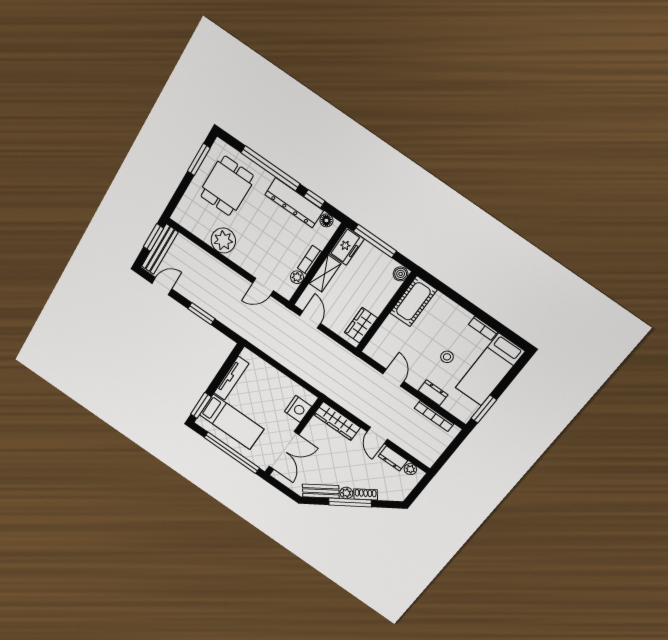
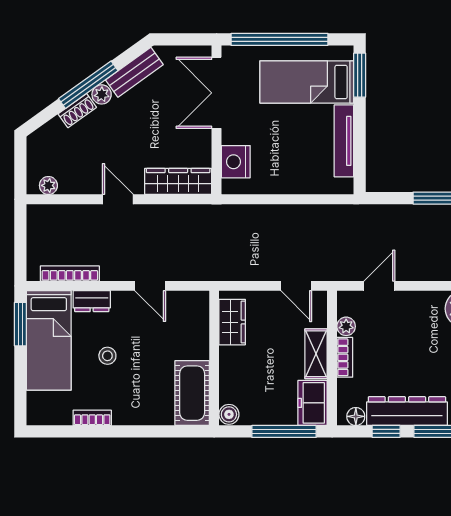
bed: (490, 370) -> (49, 340), moved, turned 180
dresser: (393, 458) -> (79, 184), removed

